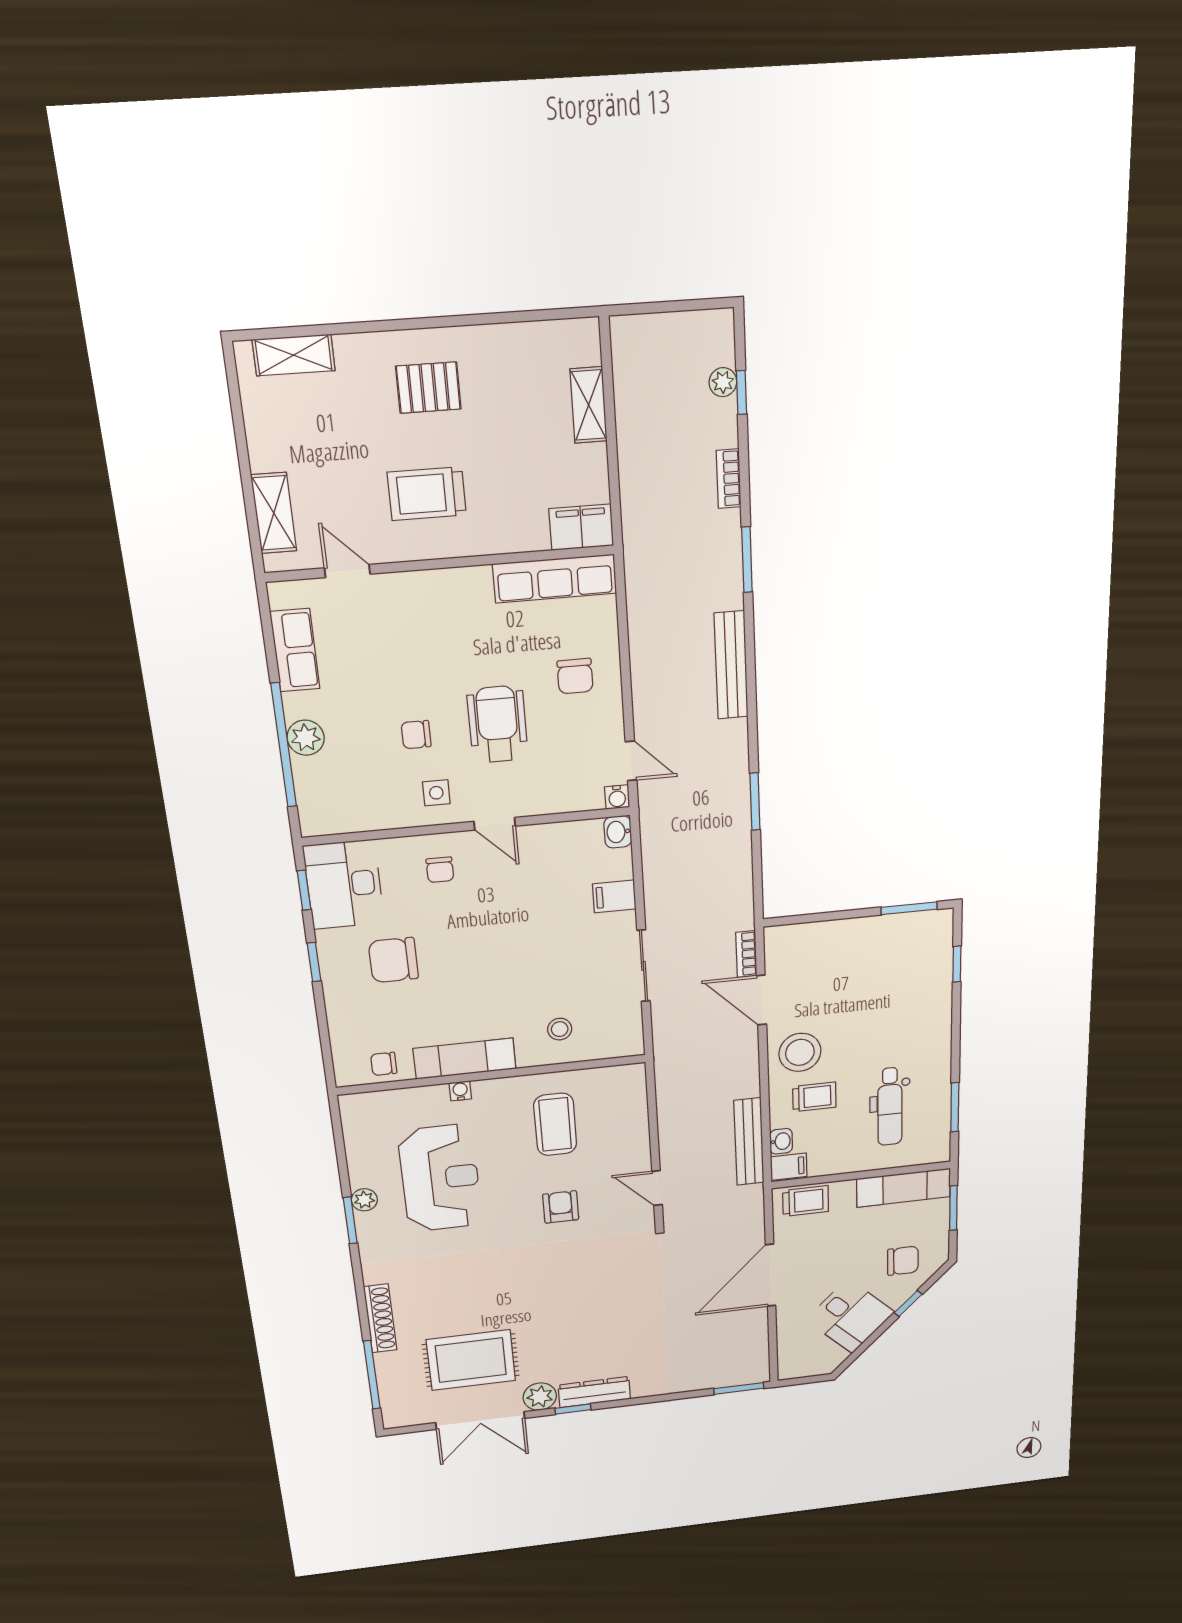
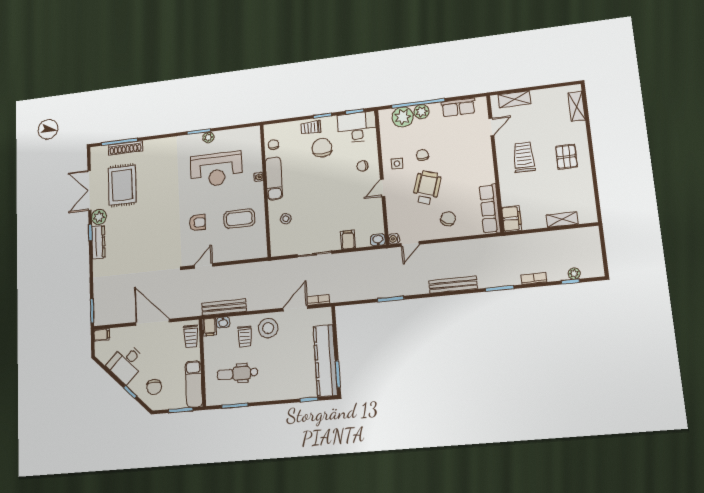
chair: (575, 676) -> (448, 219), turned 117
wheelchair: (498, 724) -> (427, 188), turned -73
plant: (319, 781) -> (403, 117), added
kitchen counter: (879, 935) -> (325, 361), added
trolley: (344, 986) -> (311, 128), added
shoe rack: (380, 1318) -> (126, 148), moved
filing cabinet: (789, 1366) -> (102, 335), added

